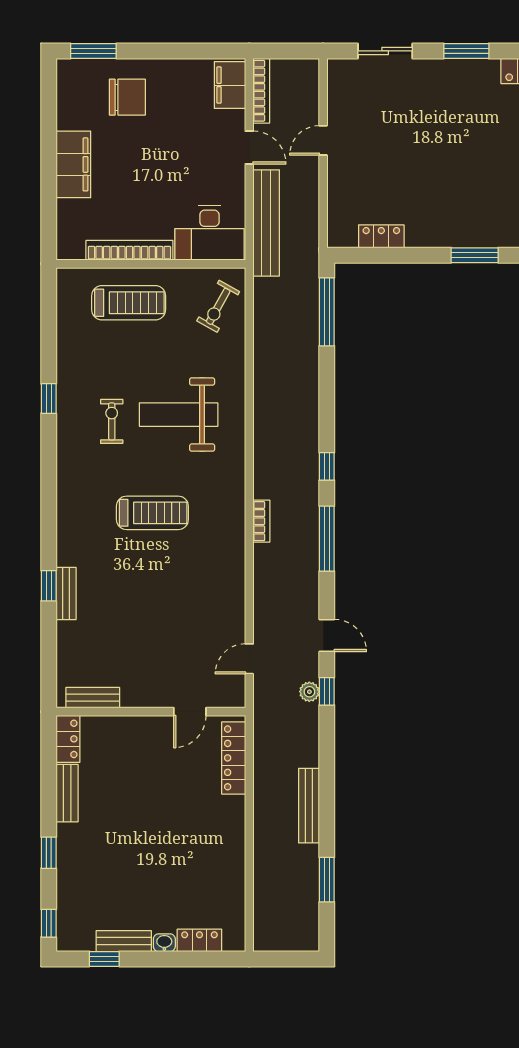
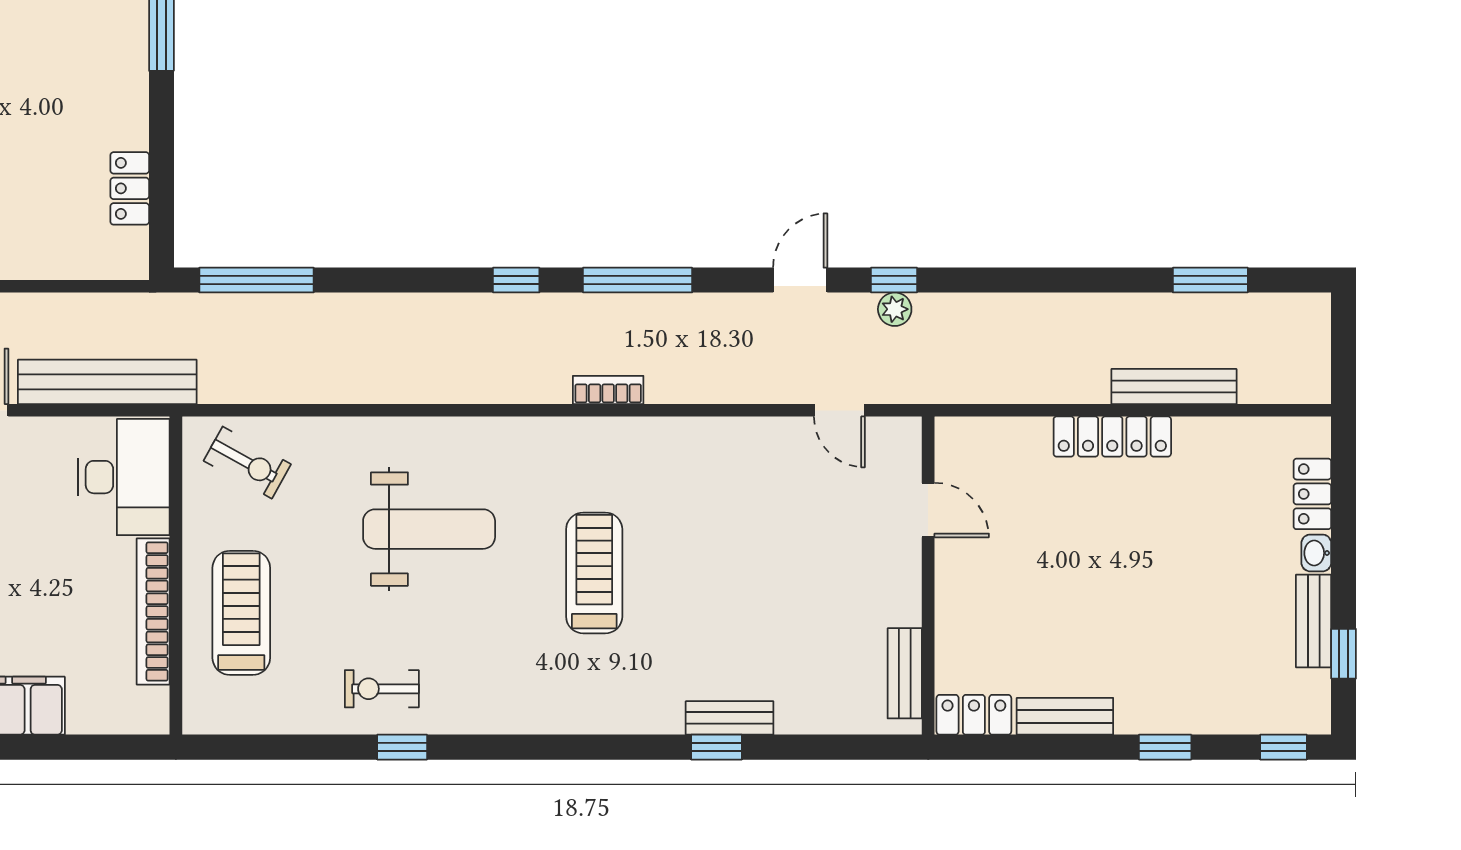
weight bench: (179, 415) -> (429, 529), turned -90
exercise bike: (112, 421) -> (382, 689), moved
locker: (234, 758) -> (1112, 437), moved
bench: (309, 806) -> (1174, 387), moved

